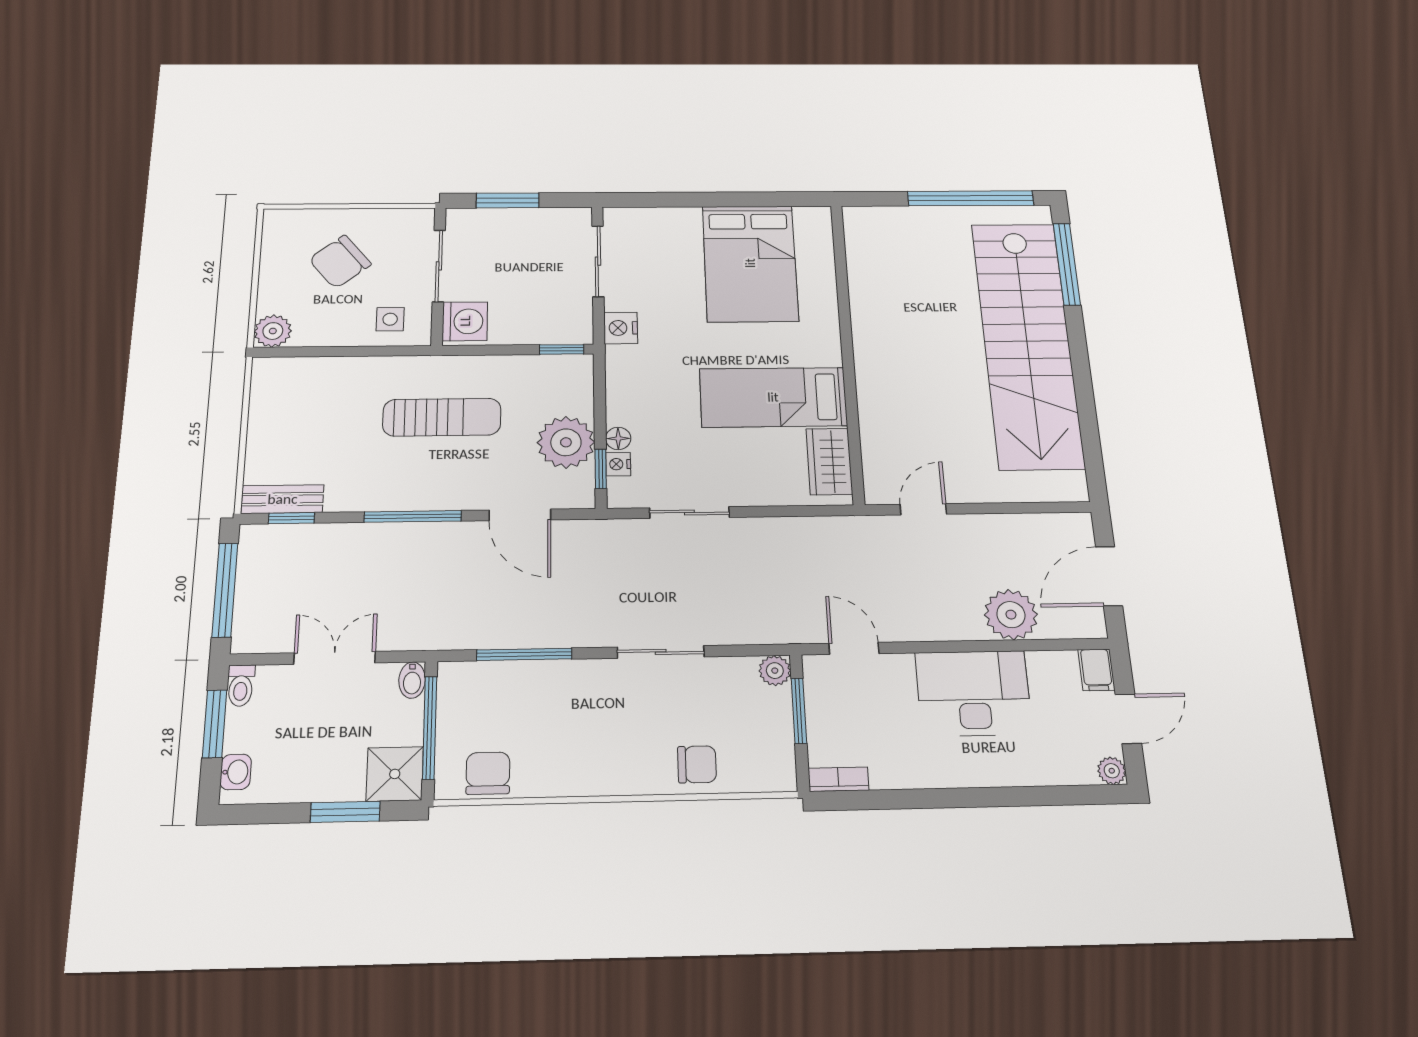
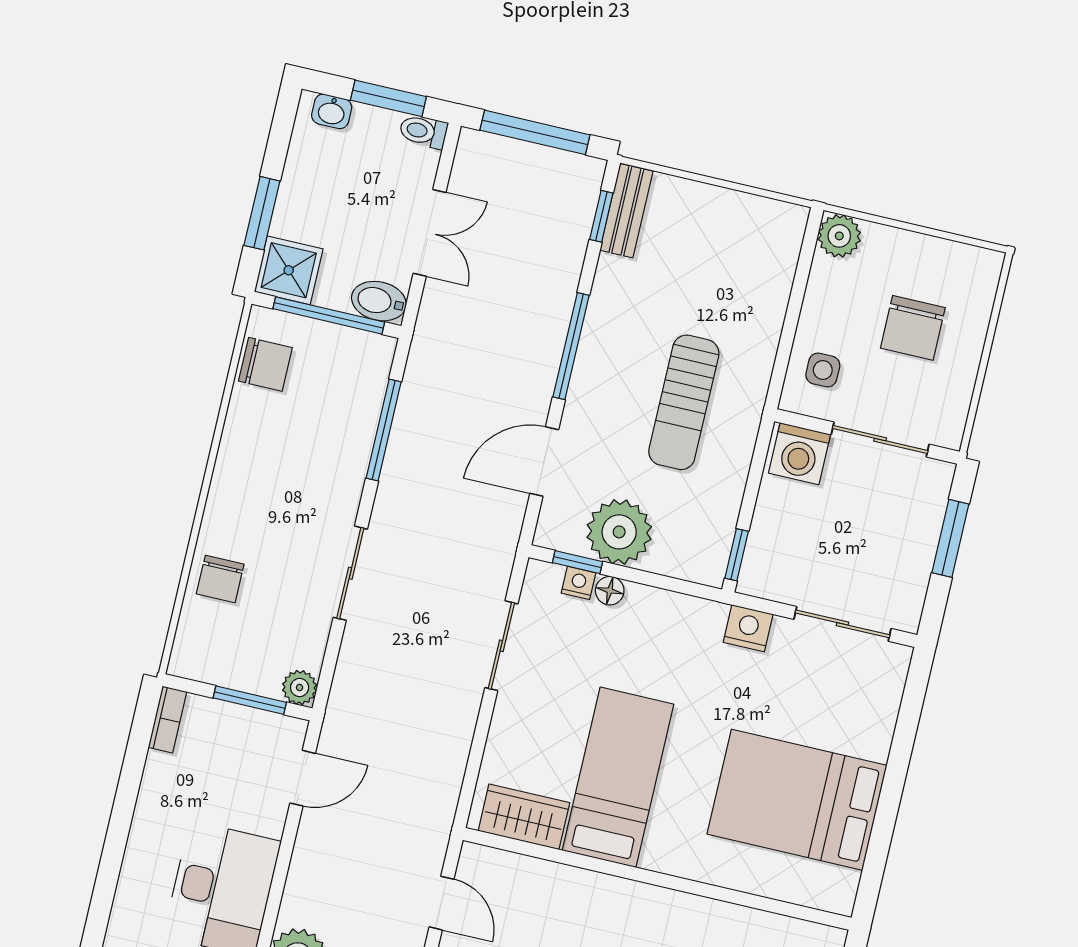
chair: (340, 262) -> (913, 328), turned -141
bidet: (412, 680) -> (379, 301), width x1.38, depth x1.36

